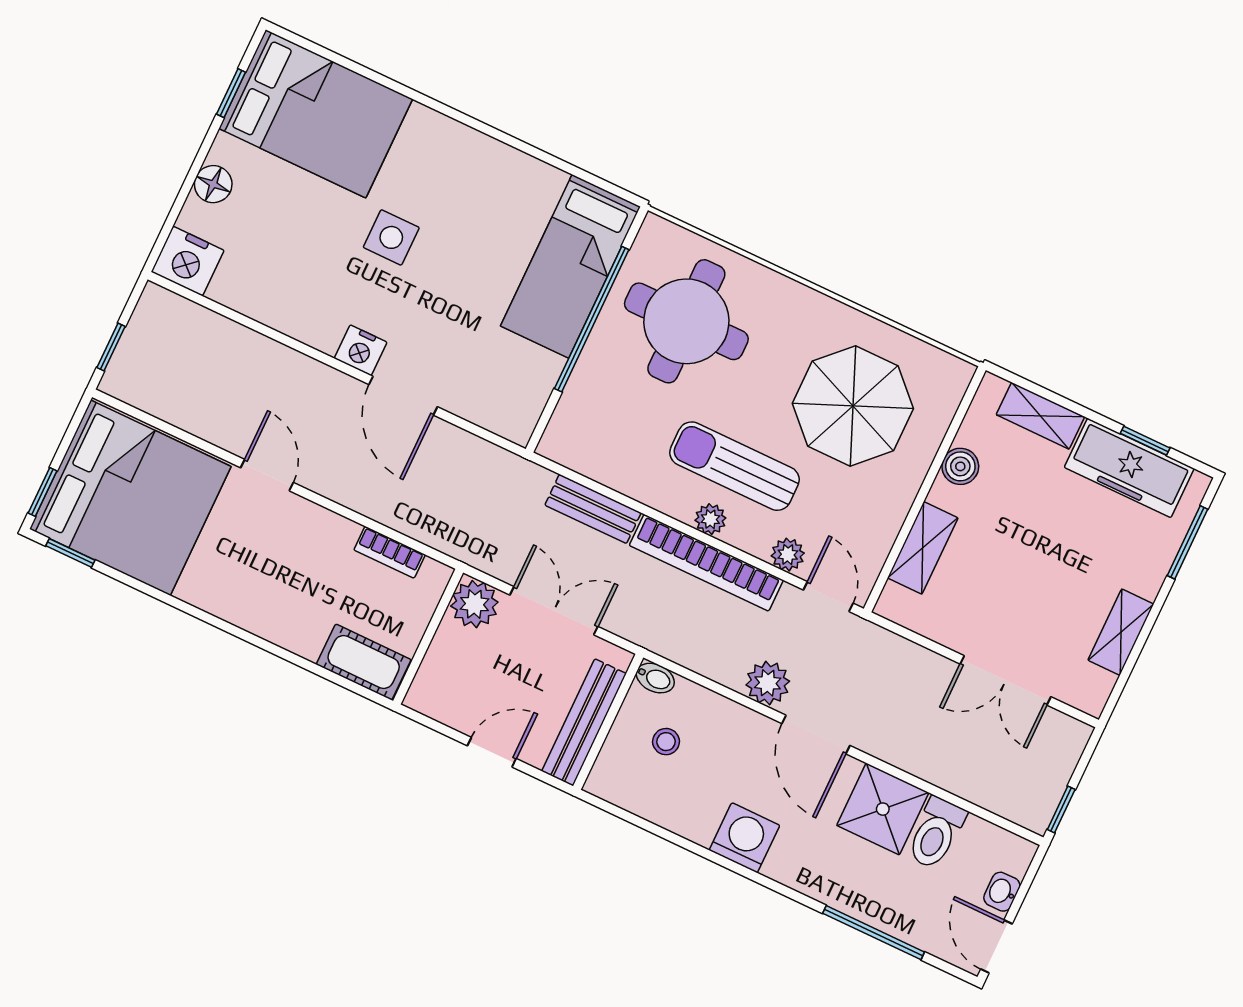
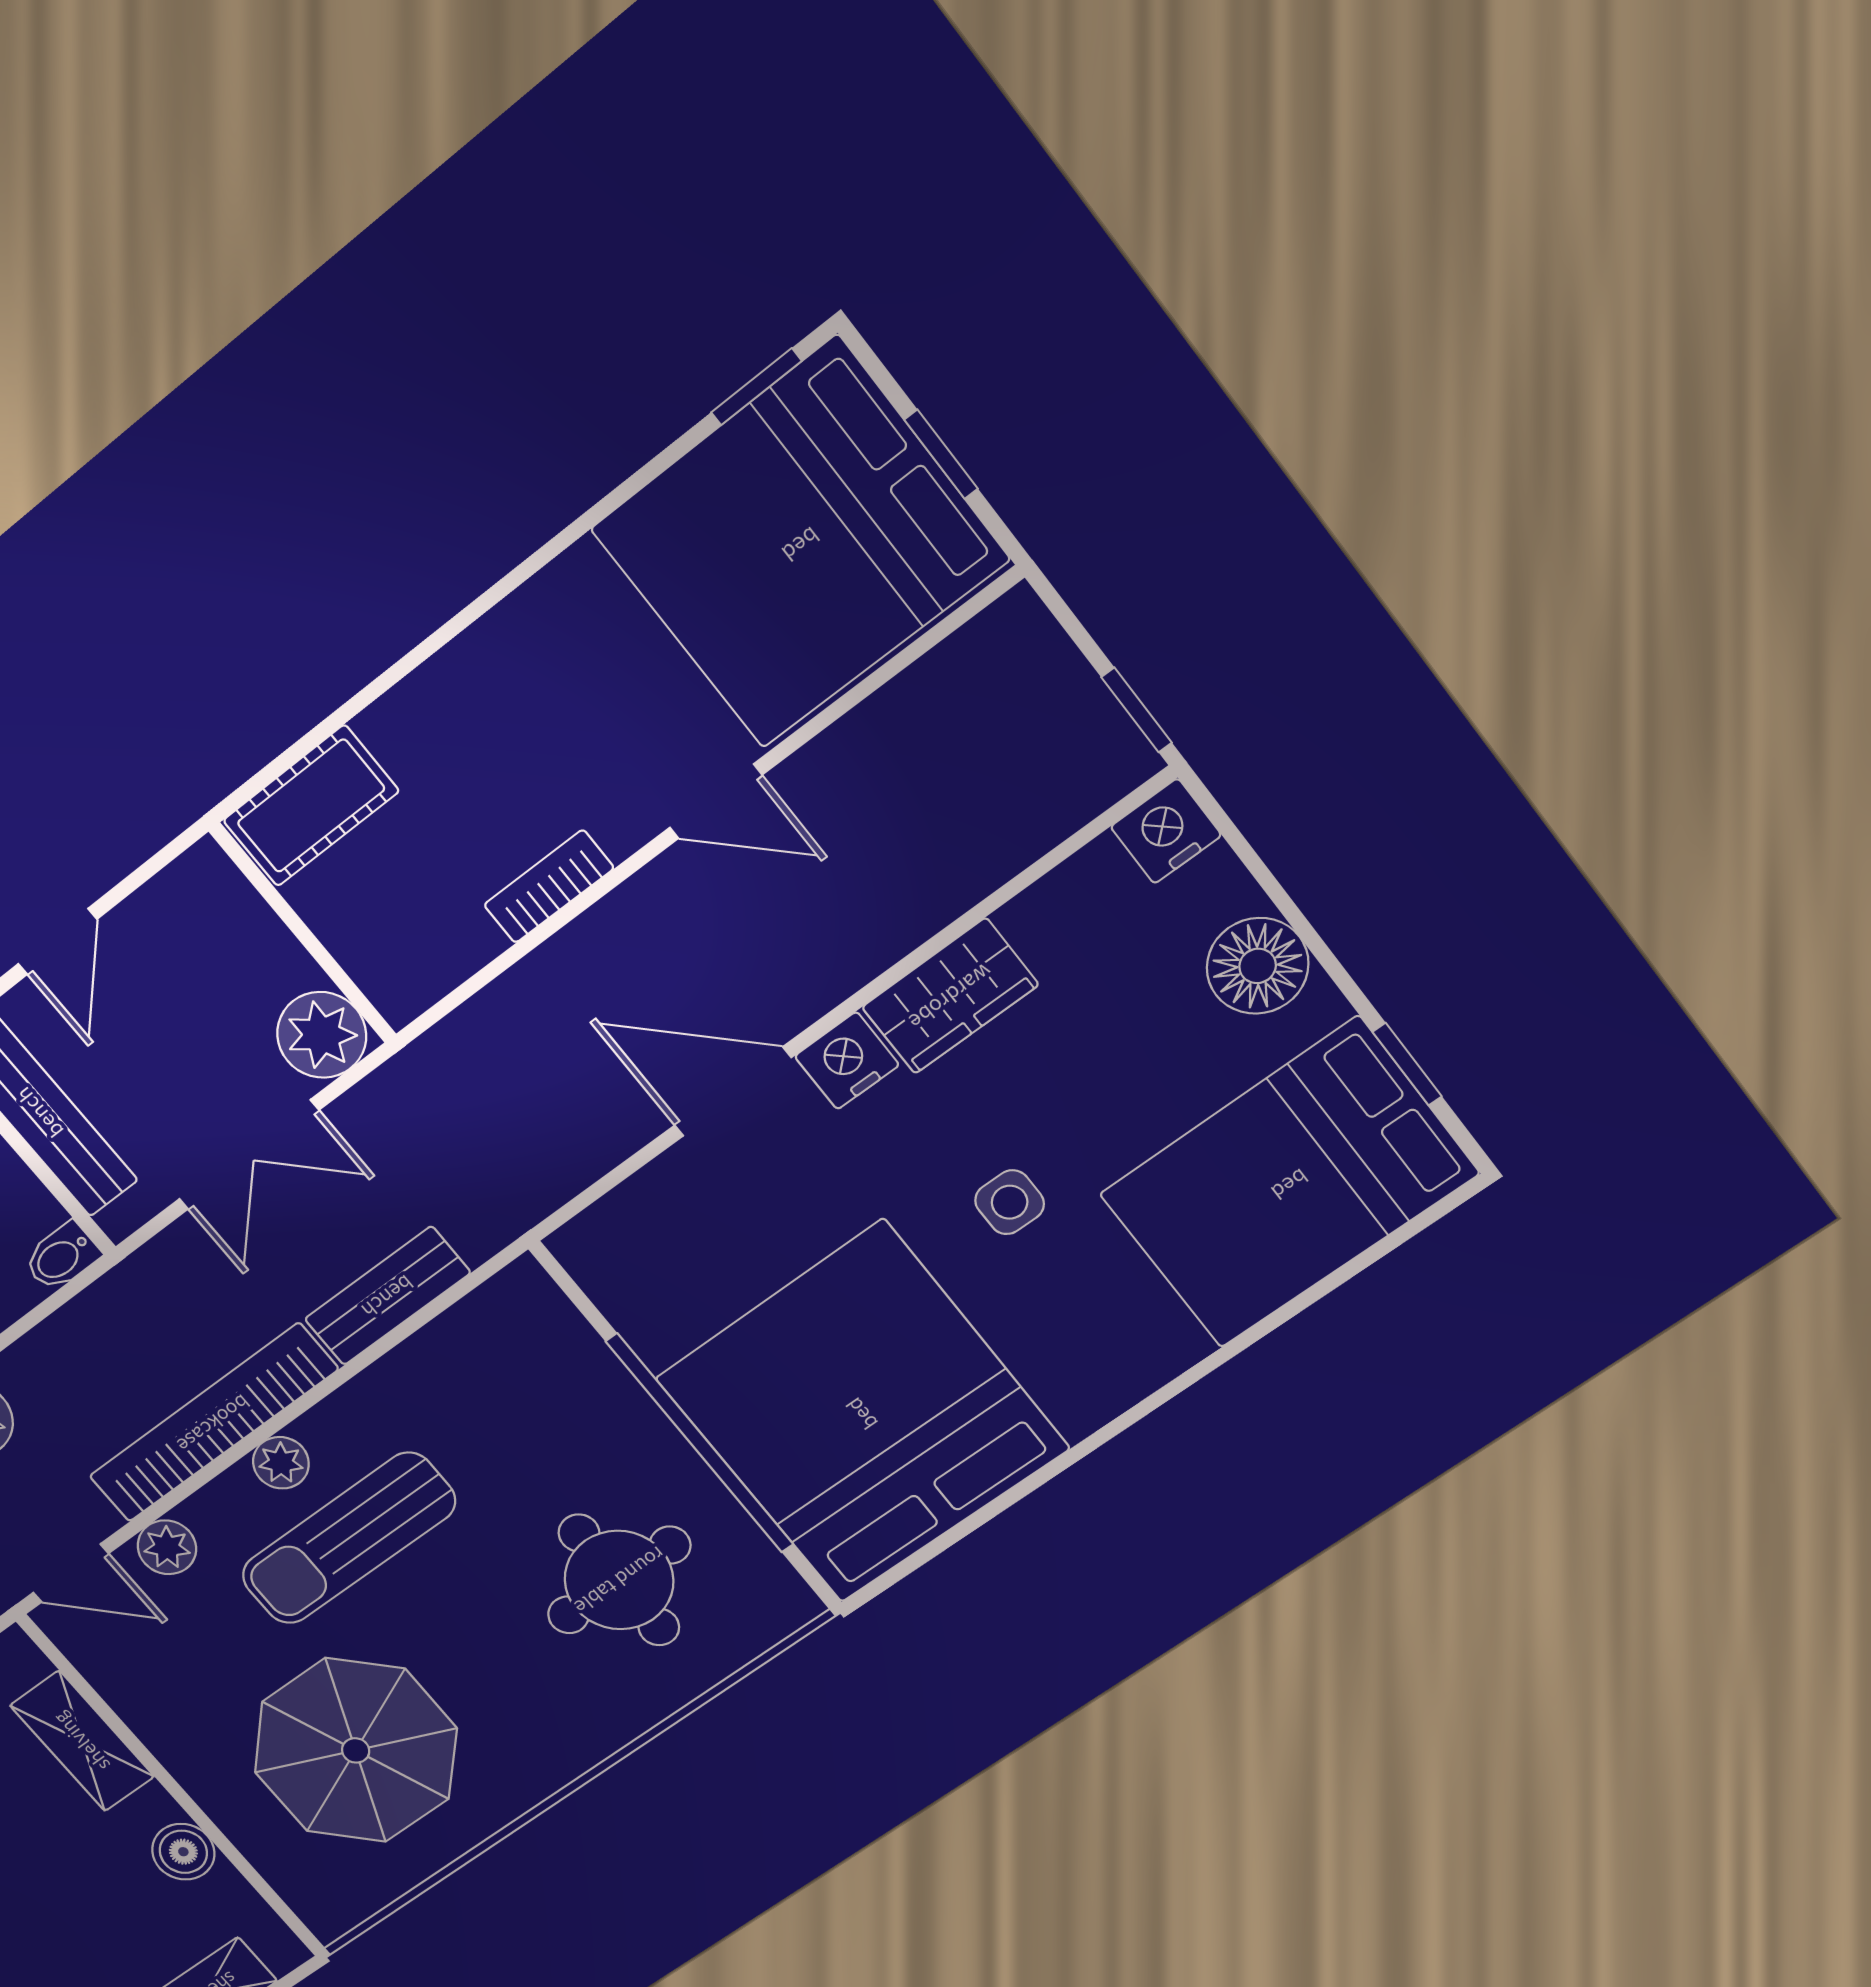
floor lamp: (213, 184) -> (1258, 966), width x1.38, depth x1.38
side table: (391, 237) -> (1010, 1202), width x0.73, depth x0.73
nightstand: (188, 261) -> (1166, 831), width x0.74, depth x0.75
bed: (570, 266) -> (862, 1413), width x2.04
wardrobe: (305, 319) -> (950, 996), added
round table: (686, 321) -> (619, 1580), width x0.73, depth x0.73
window: (111, 347) -> (1137, 710), moved
sun lounger: (734, 466) -> (349, 1538), turned 180
window: (43, 492) -> (941, 454), moved
bookcase: (390, 552) -> (549, 886), moved

